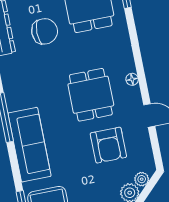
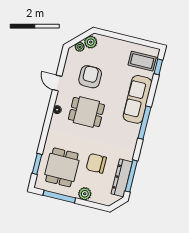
dining table: (91, 95) -> (86, 112), turned 90

